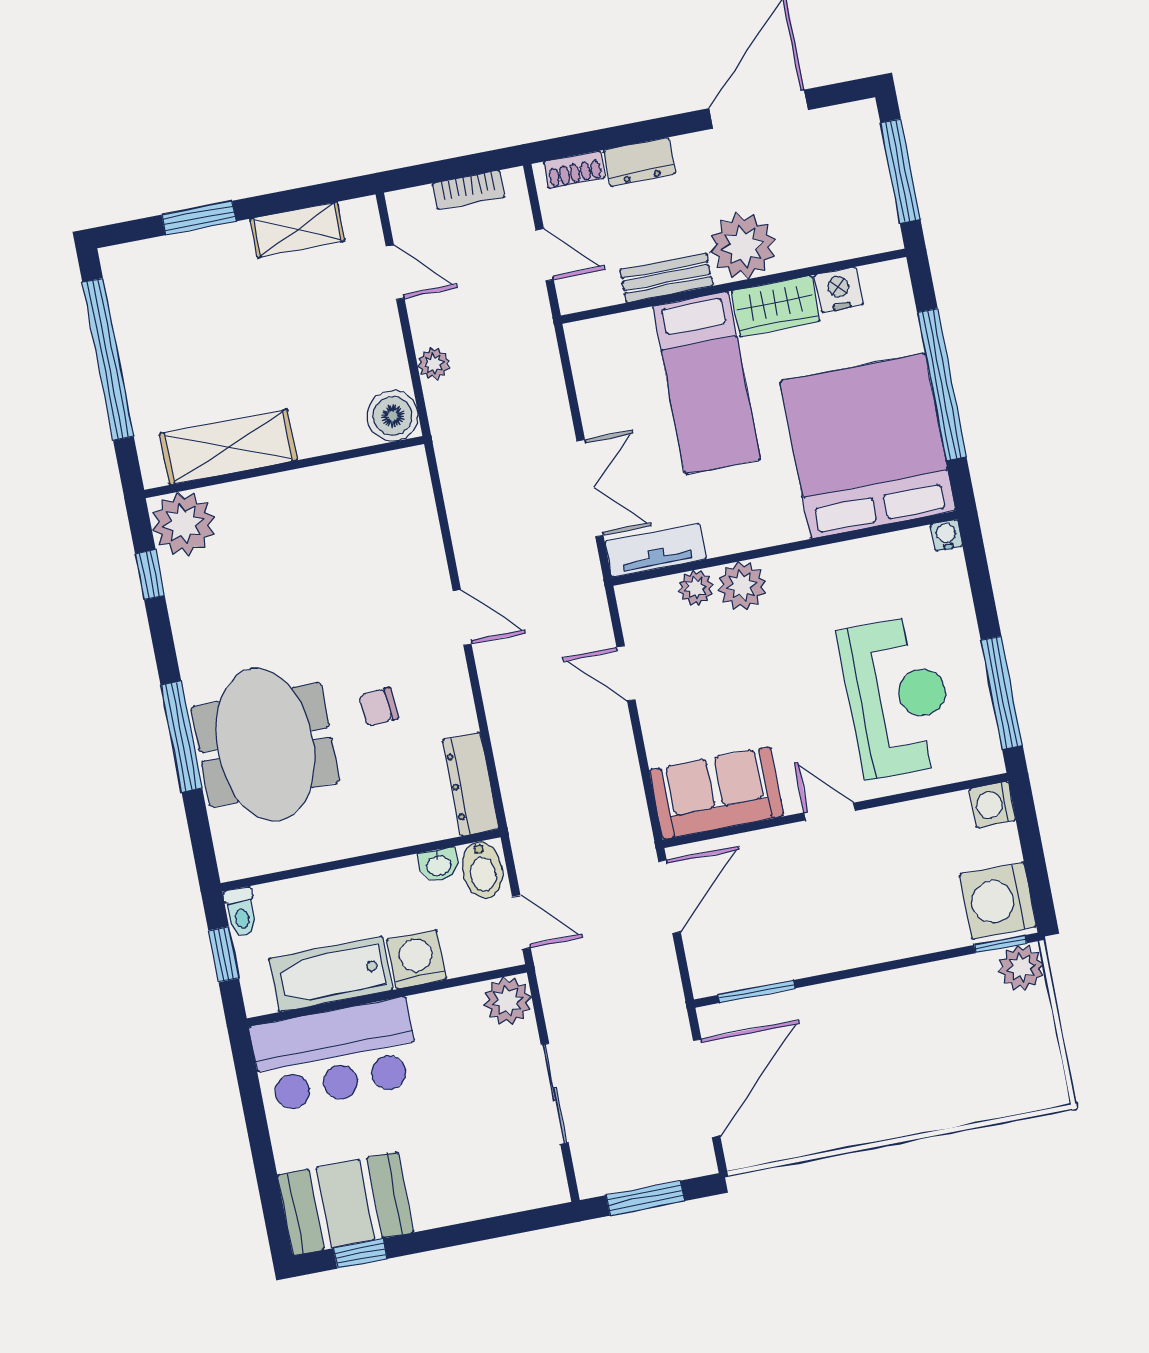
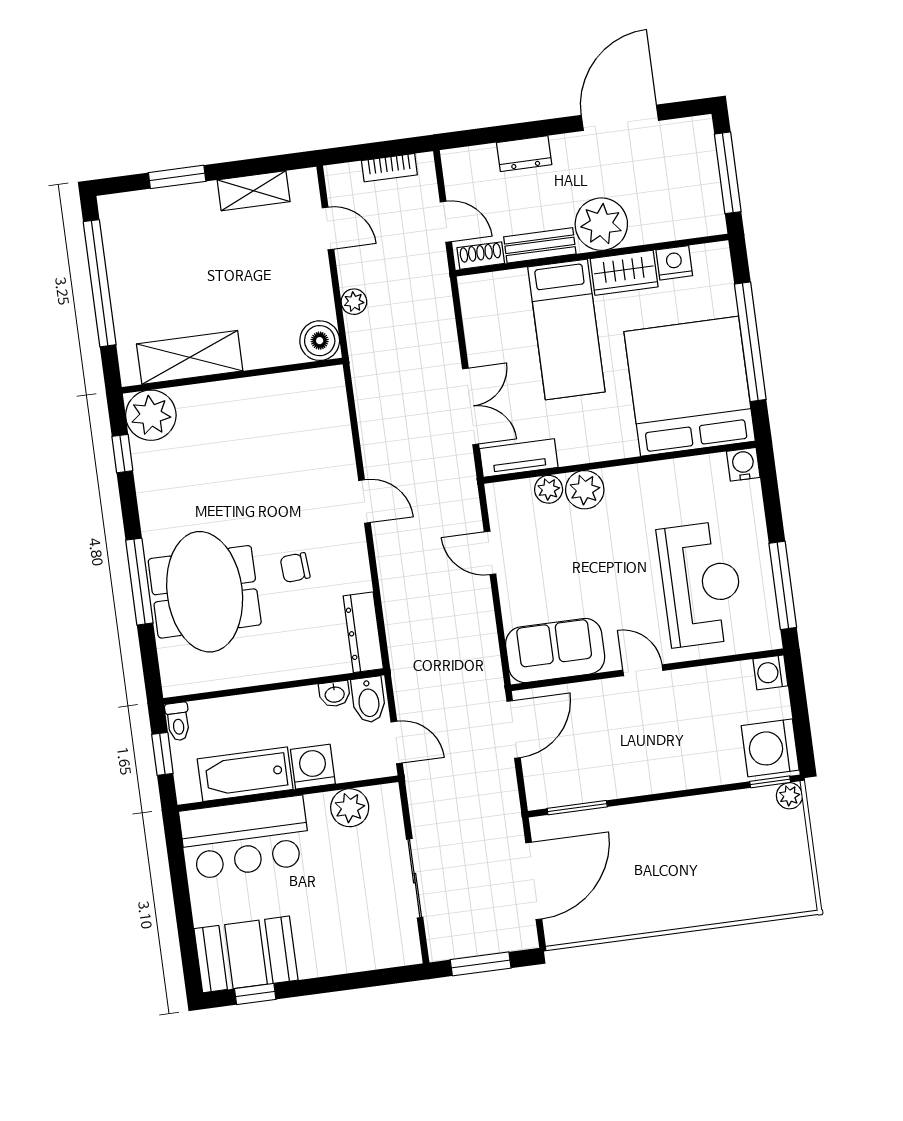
shoe rack: (574, 170) -> (481, 256), moved, turned 180
water cooler: (946, 535) -> (743, 464), width x1.38, depth x1.38
plant: (1021, 968) -> (789, 796), width x0.73, depth x0.73
plant: (508, 1001) -> (350, 808), moved

